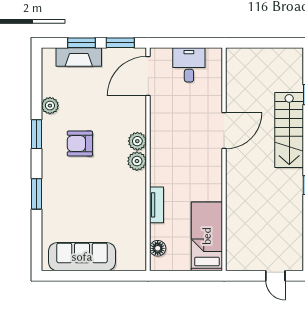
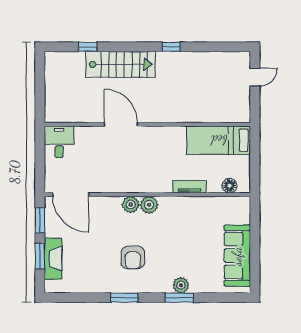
desk: (189, 65) -> (59, 142), moved, turned 90
plant: (50, 106) -> (181, 285), moved

